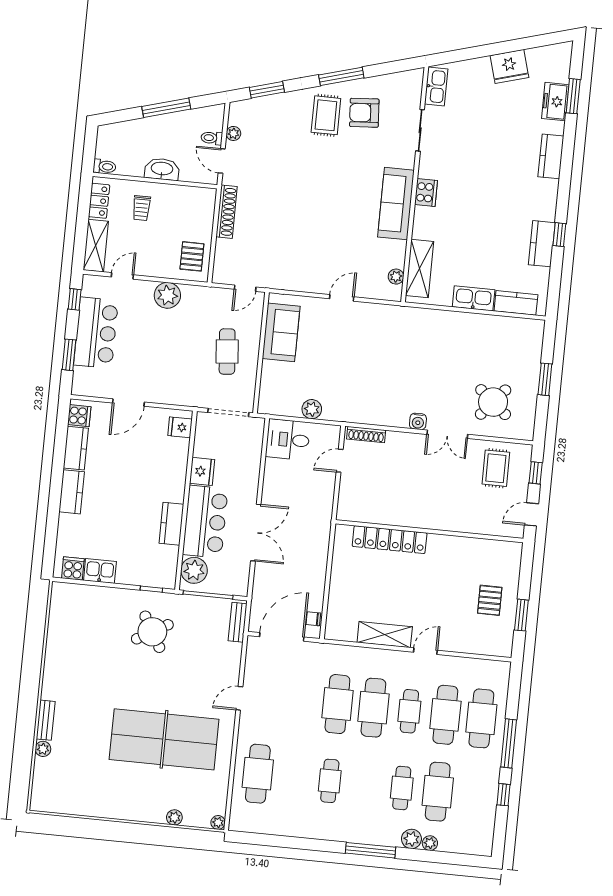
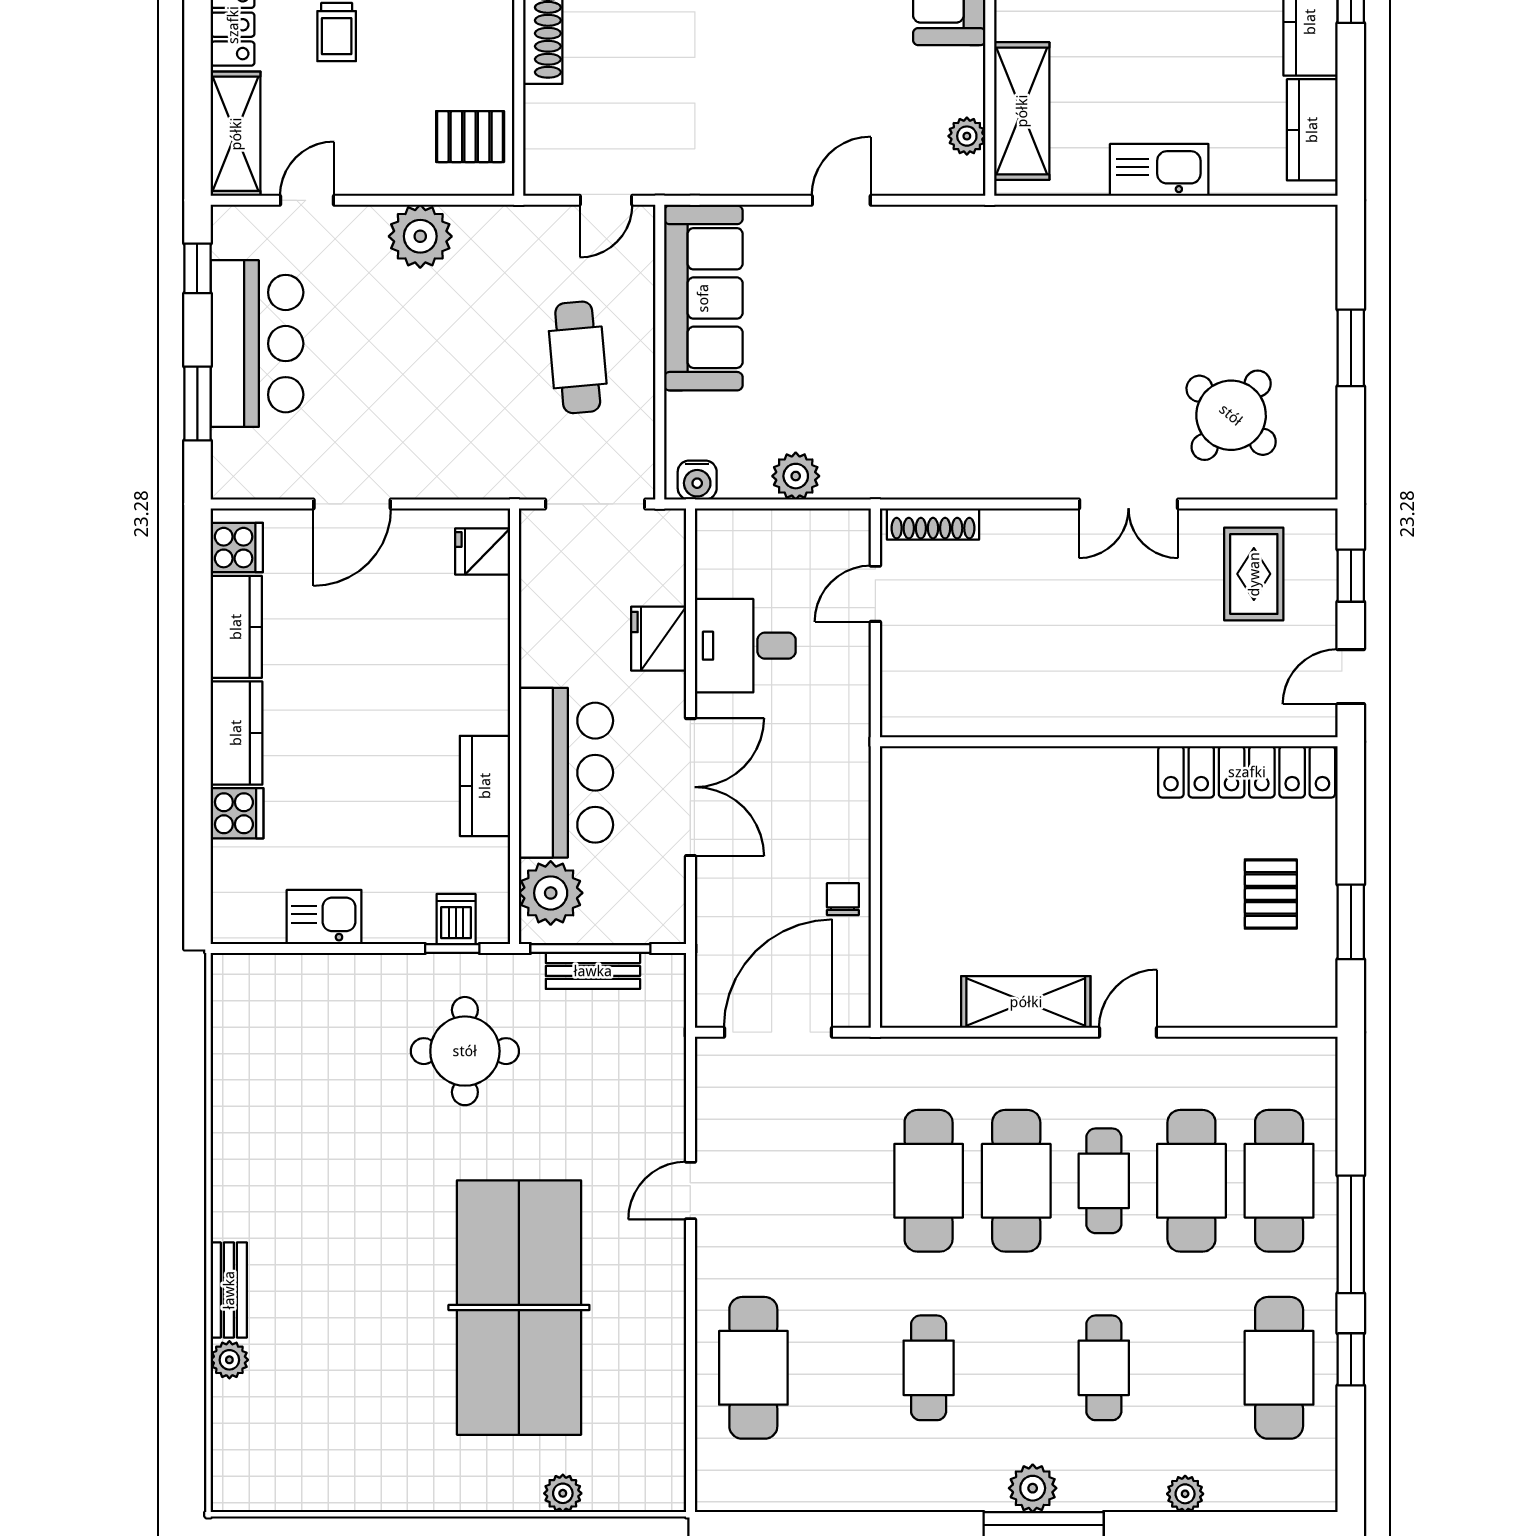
pallet: (192, 256) -> (470, 137), turned 90
kitchen counter: (516, 303) -> (1312, 130), moved, turned -90
sofa: (281, 332) -> (703, 298), width x1.36
water cooler: (418, 421) -> (697, 480), moved
desk: (288, 440) -> (745, 646), moved
fridge: (202, 471) -> (659, 639), moved, turned 180
locker: (390, 540) -> (1247, 772), moved
cooker: (73, 569) -> (237, 813), moved, turned 90
dishwasher: (154, 577) -> (456, 919), added
chair: (313, 619) -> (843, 899), moved, turned 90
bench: (238, 622) -> (593, 971), moved, turned 90
round table: (152, 632) -> (465, 1051), turned 30
table tennis table: (164, 739) -> (519, 1308), turned 90
cafe table: (438, 792) -> (1279, 1368), moved
plant: (218, 822) -> (669, 1495), removed
plant: (411, 839) -> (1033, 1488), moved

